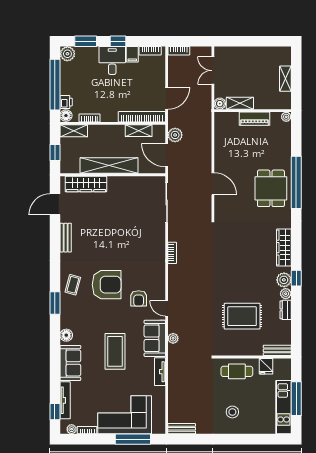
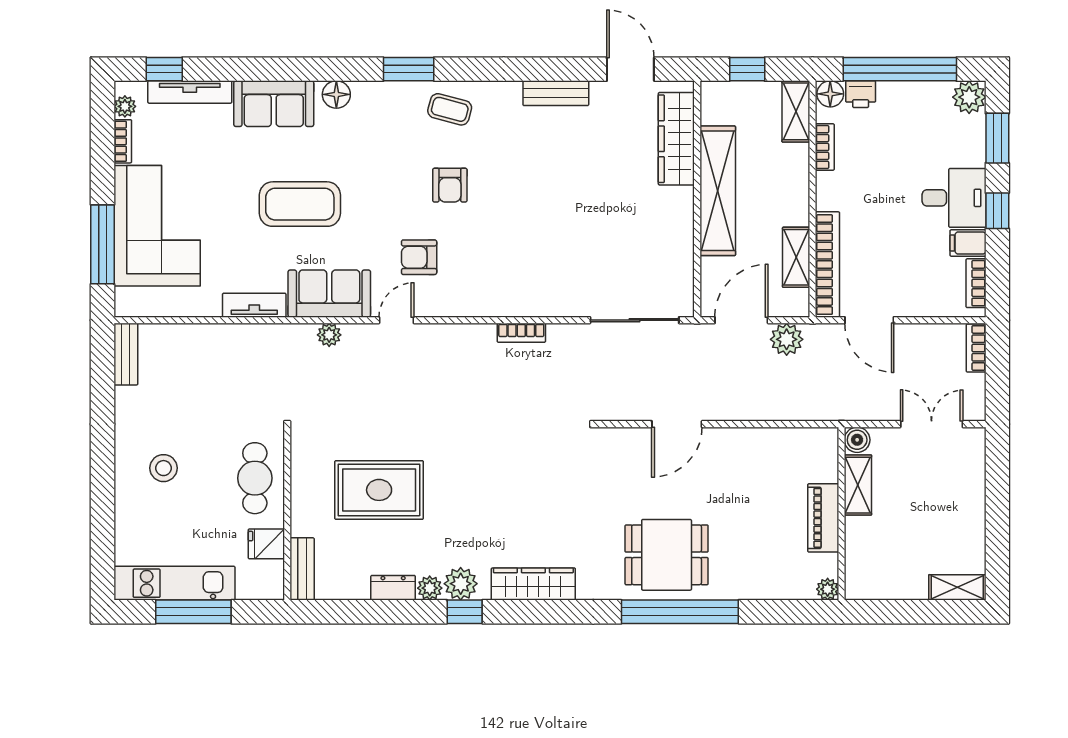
shelving: (285, 79) -> (957, 587), moved
armchair: (107, 285) -> (450, 185), width x0.53, depth x0.53
rug: (242, 316) -> (379, 490), turned 90

